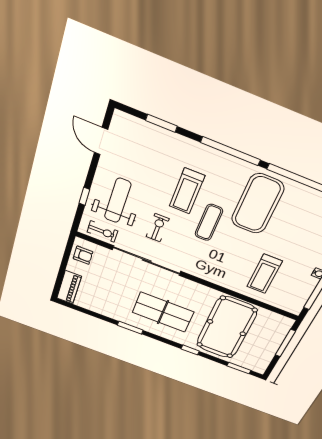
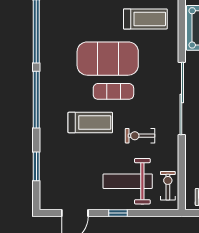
window: (84, 196) -> (118, 213), moved
exercise mat: (257, 204) -> (108, 59), moved
sliding door: (147, 261) -> (182, 99), moved

